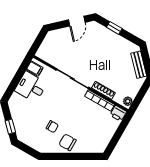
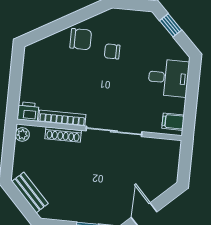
desk: (31, 87) -> (168, 78), moved

